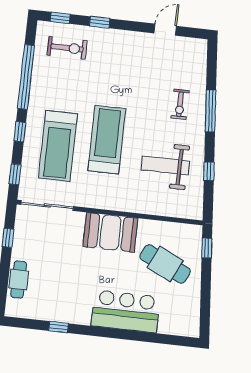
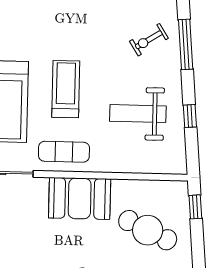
exercise bike: (180, 104) -> (149, 40), turned 58
treadmill: (107, 140) -> (66, 89), width x0.73, depth x0.73
exercise mat: (101, 192) -> (64, 152), added

